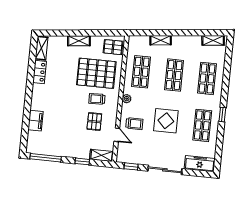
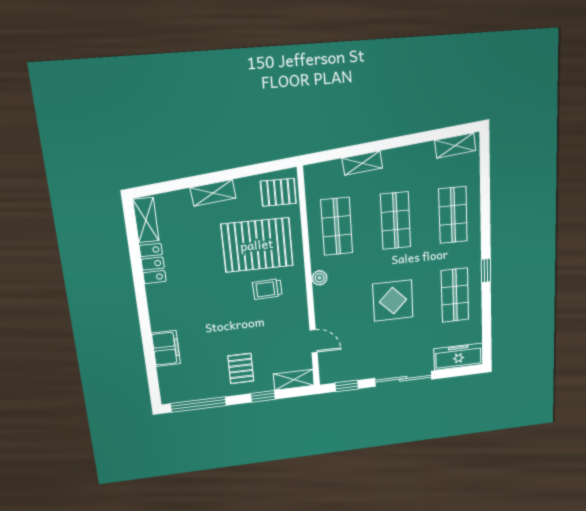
pallet: (94, 121) -> (241, 368), moved
trolley: (134, 124) -> (340, 317), removed

